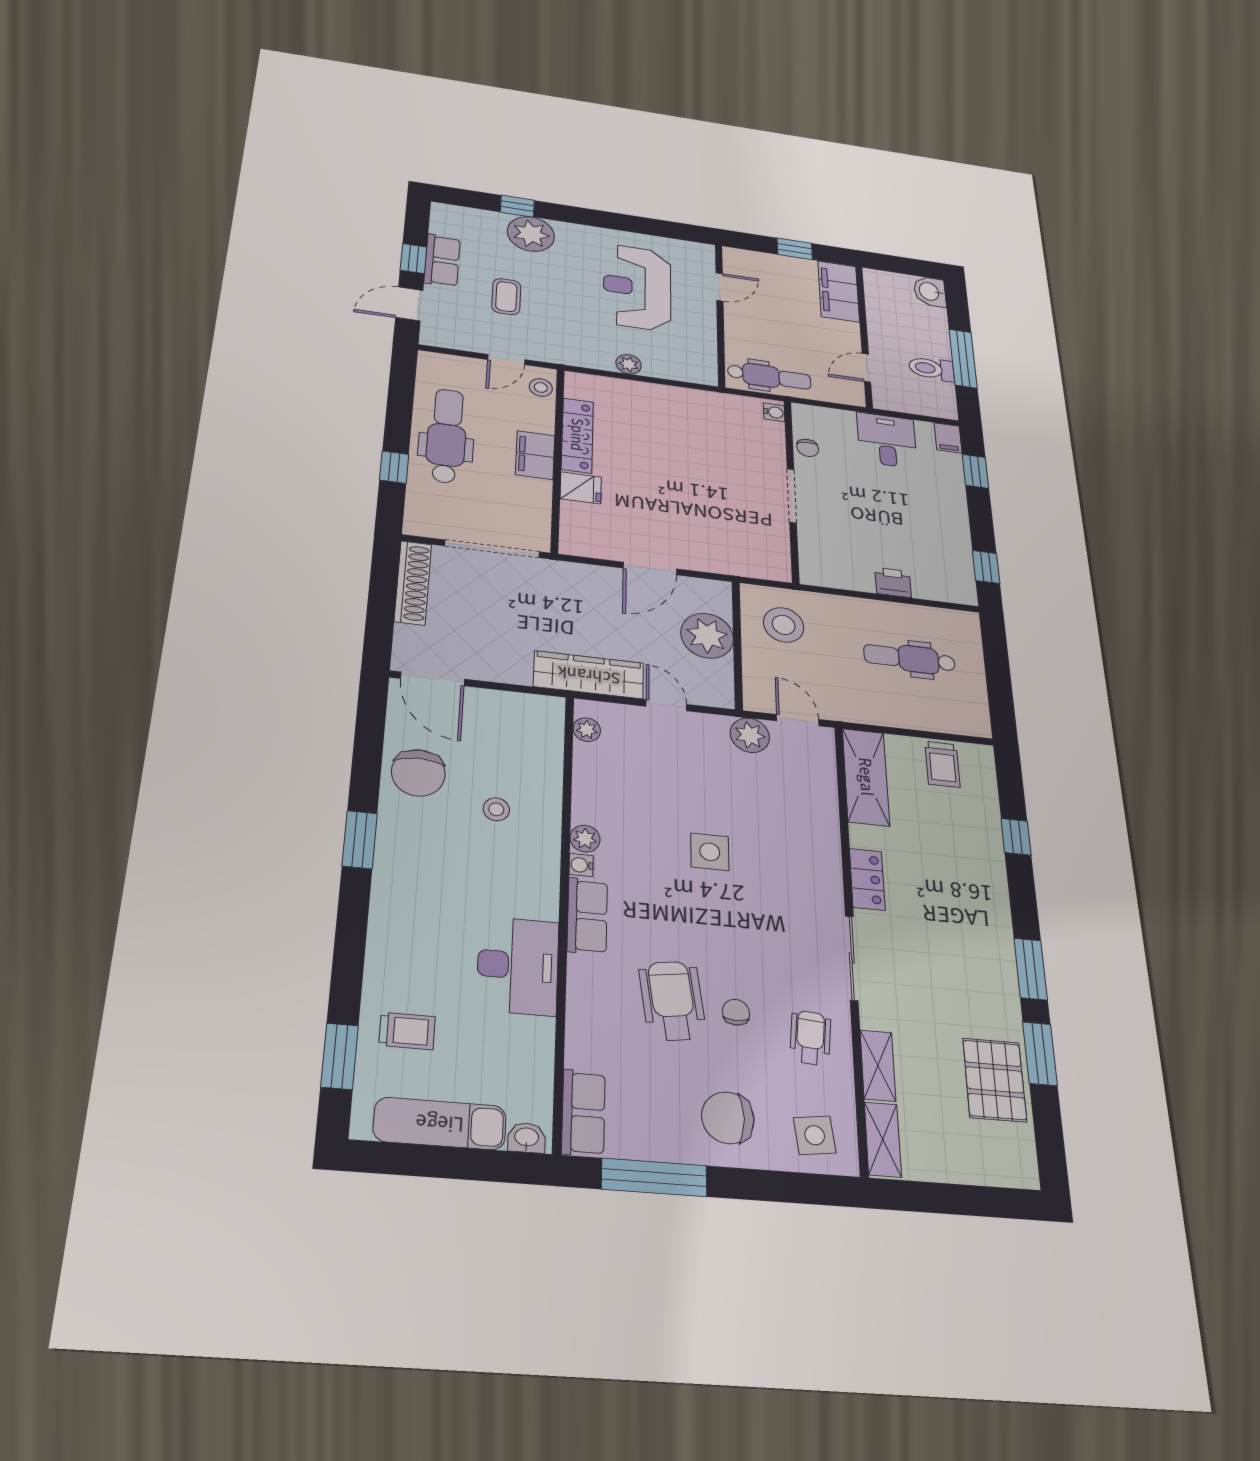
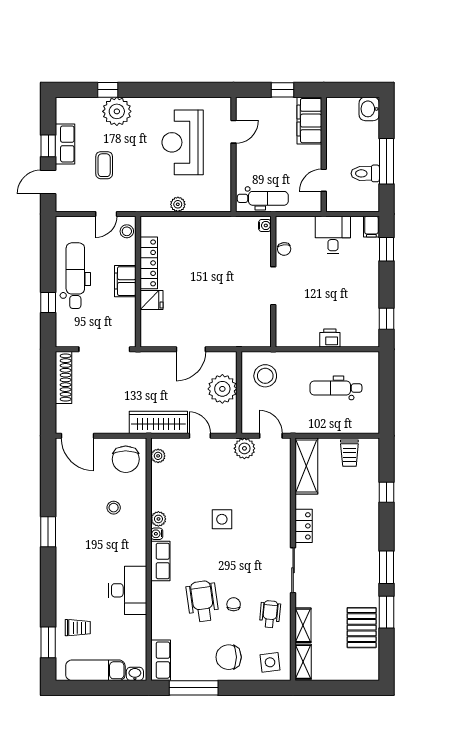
chair: (418, 773) -> (126, 459), moved

